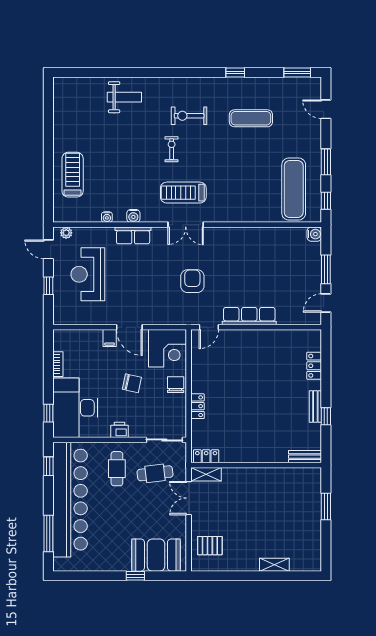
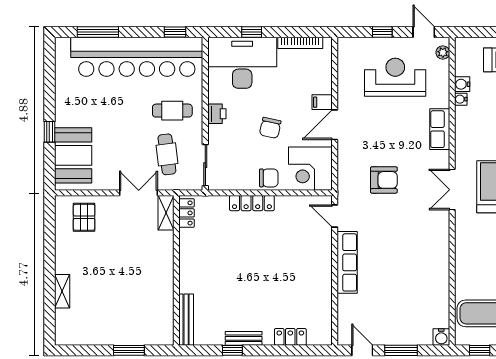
water cooler: (133, 216) -> (462, 84), moved
door: (48, 249) -> (424, 32), hinge flipped
armchair: (192, 281) -> (384, 180), moved
bookcase: (58, 364) -> (300, 43), width x1.56
locker: (198, 406) -> (252, 203), width x1.53
window: (48, 413) -> (252, 32), moved
bench: (305, 457) -> (186, 320), width x1.36

